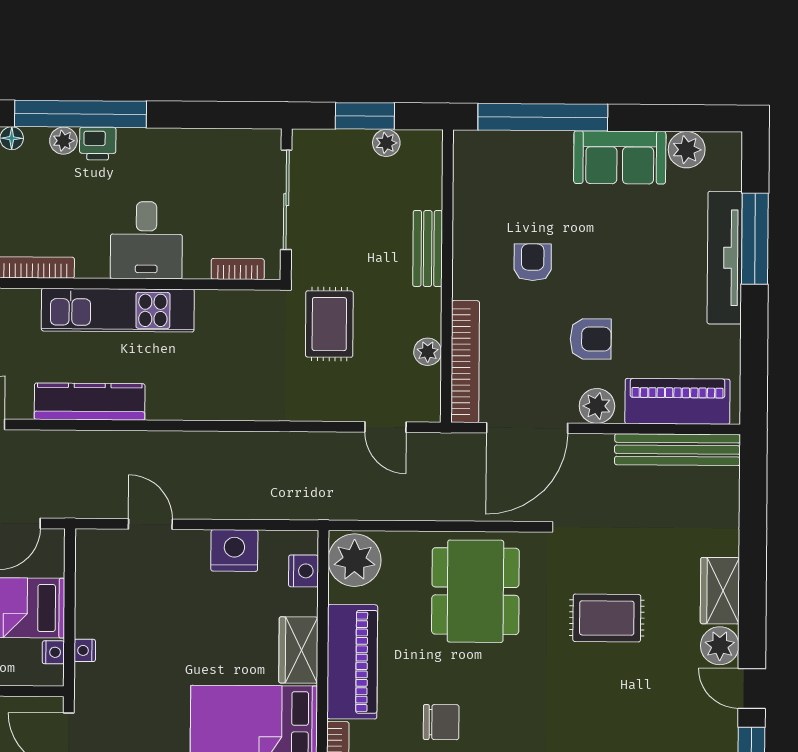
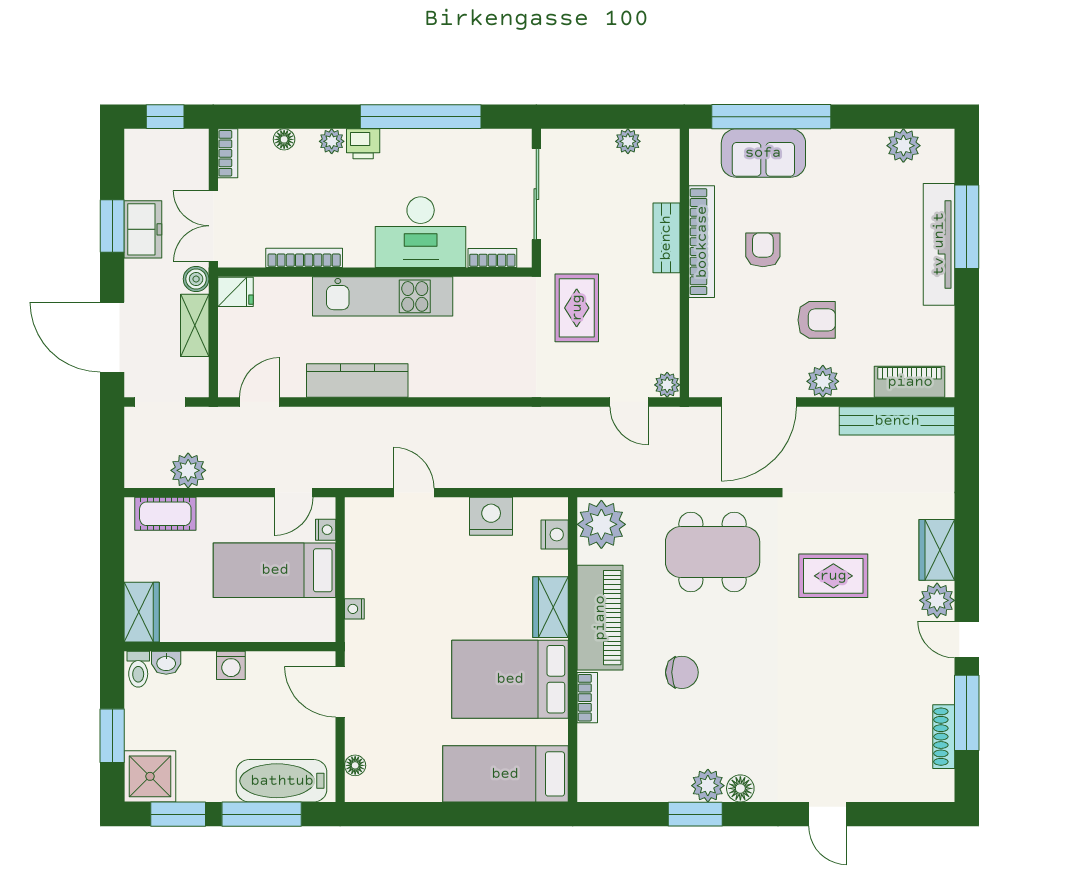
window: (81, 114) -> (421, 117), moved
window: (365, 116) -> (608, 117), removed
sofa: (620, 157) -> (763, 153), moved
desk: (146, 240) -> (421, 232), width x1.37
plant: (428, 352) -> (667, 385), moved
bookcase: (465, 362) -> (702, 242), moved
piano: (677, 401) -> (910, 382), width x0.73, depth x0.75
dining table: (475, 591) -> (713, 552), turned 90
nightstand: (53, 652) -> (326, 530), moved

